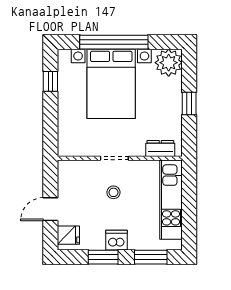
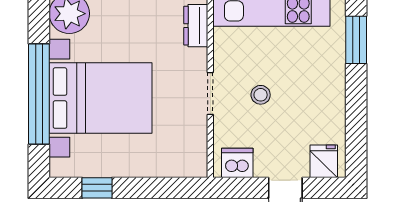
dishwasher: (117, 240) -> (237, 163), moved, turned 90
window: (103, 257) -> (356, 110), removed

